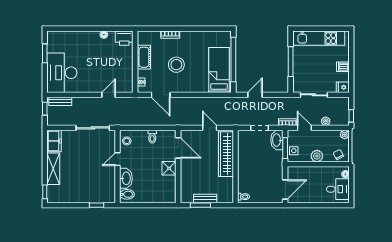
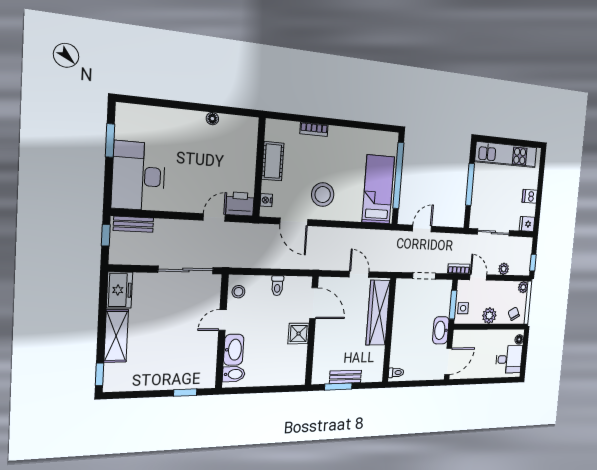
printer: (124, 38) -> (240, 204), moved, turned 180
stool: (176, 65) -> (323, 195), moved
washbasin: (277, 140) -> (441, 330), moved

